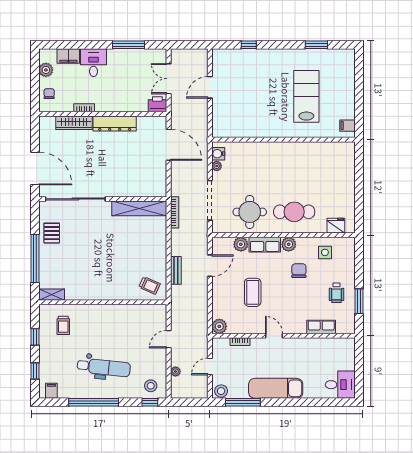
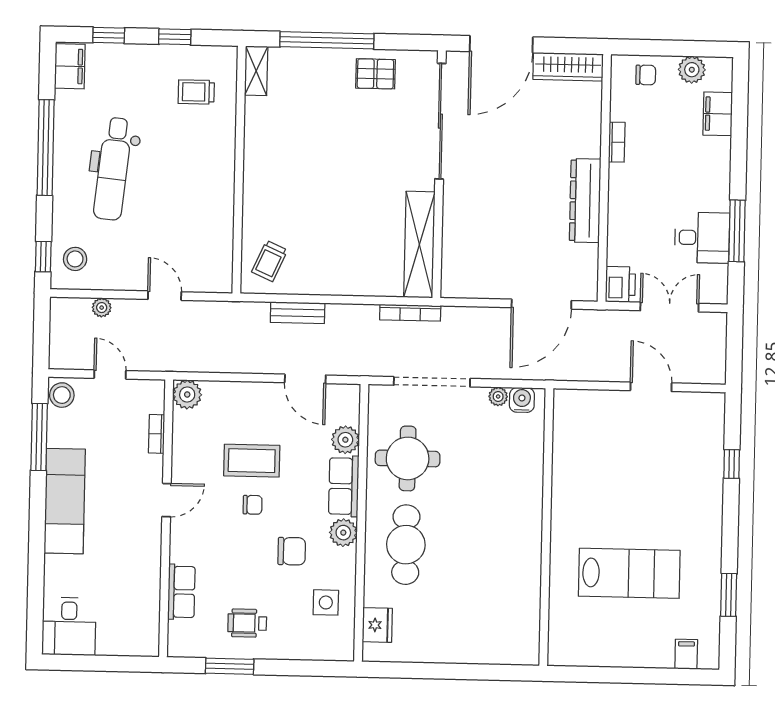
desk: (93, 63) -> (702, 238), moved
wardrobe: (74, 123) -> (568, 67), moved, turned -90
filing cabinet: (347, 126) -> (686, 654), moved
chair: (275, 291) -> (253, 505), added
filing cabinet: (51, 391) -> (70, 66), width x2.00

